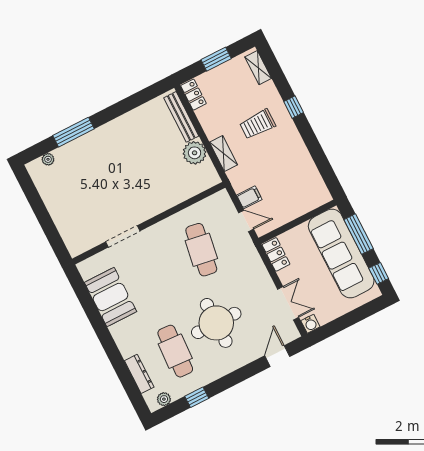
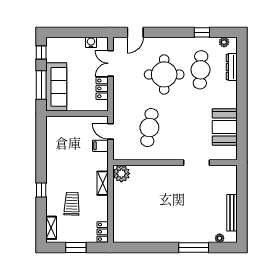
bench: (181, 117) -> (232, 213), moved
trolley: (258, 124) -> (72, 204), moved, turned -88
plant: (195, 153) -> (121, 174), moved
locker: (276, 254) -> (102, 88), moved
sofa: (341, 254) -> (56, 87), width x0.74, depth x0.79
water cooler: (310, 324) -> (91, 42), moved

